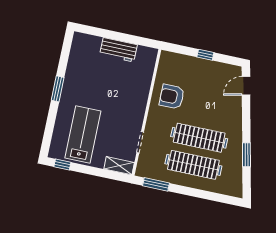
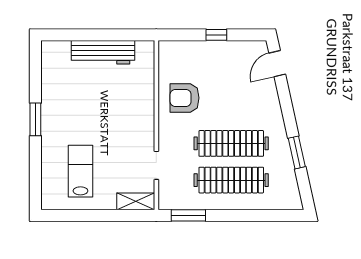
workbench: (118, 50) -> (103, 52), width x1.38
lab bench: (83, 134) -> (80, 171), width x0.73, depth x0.72
window: (62, 164) -> (62, 215), removed

